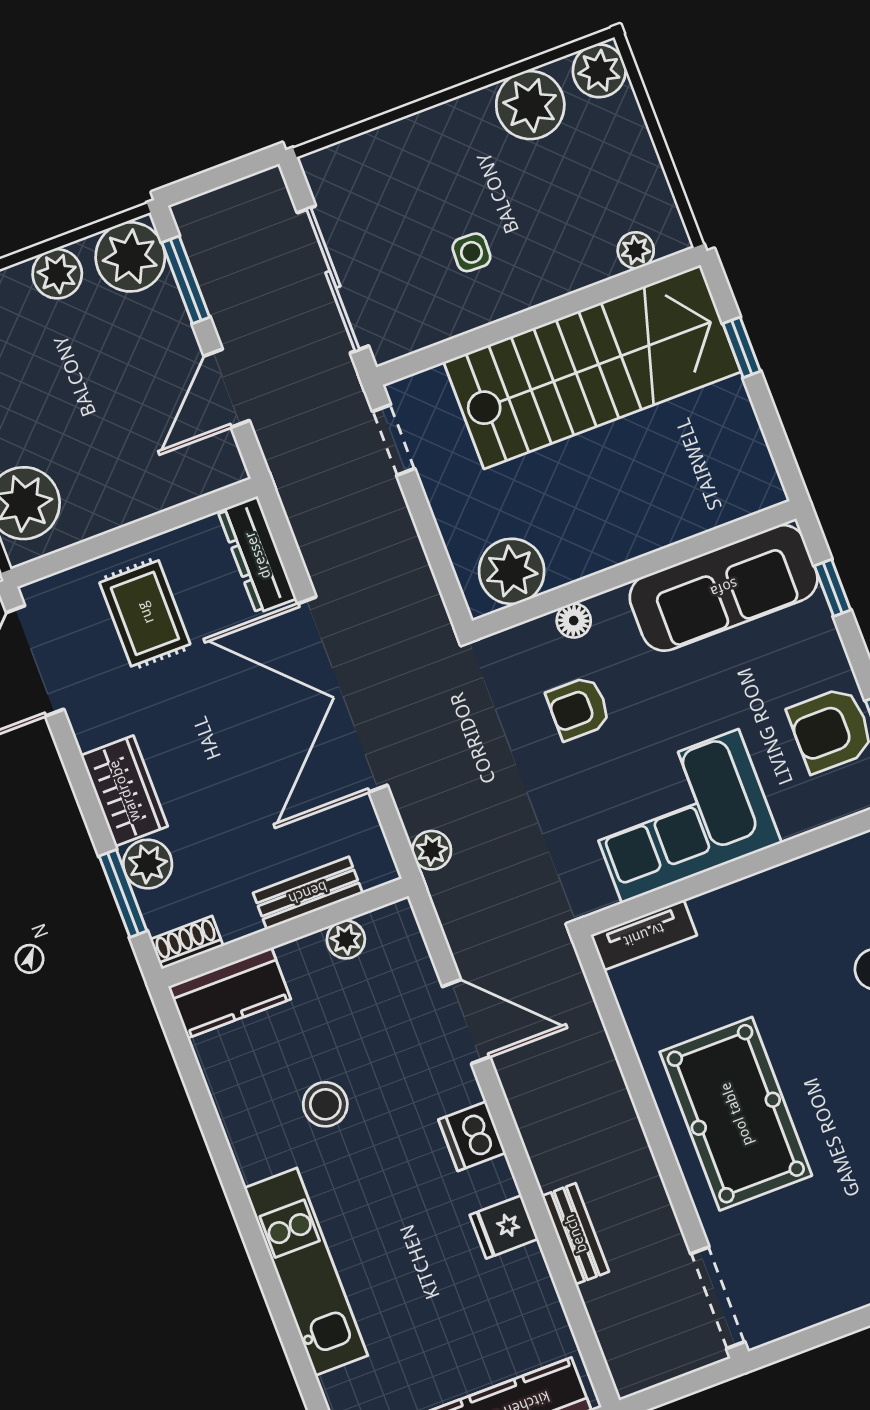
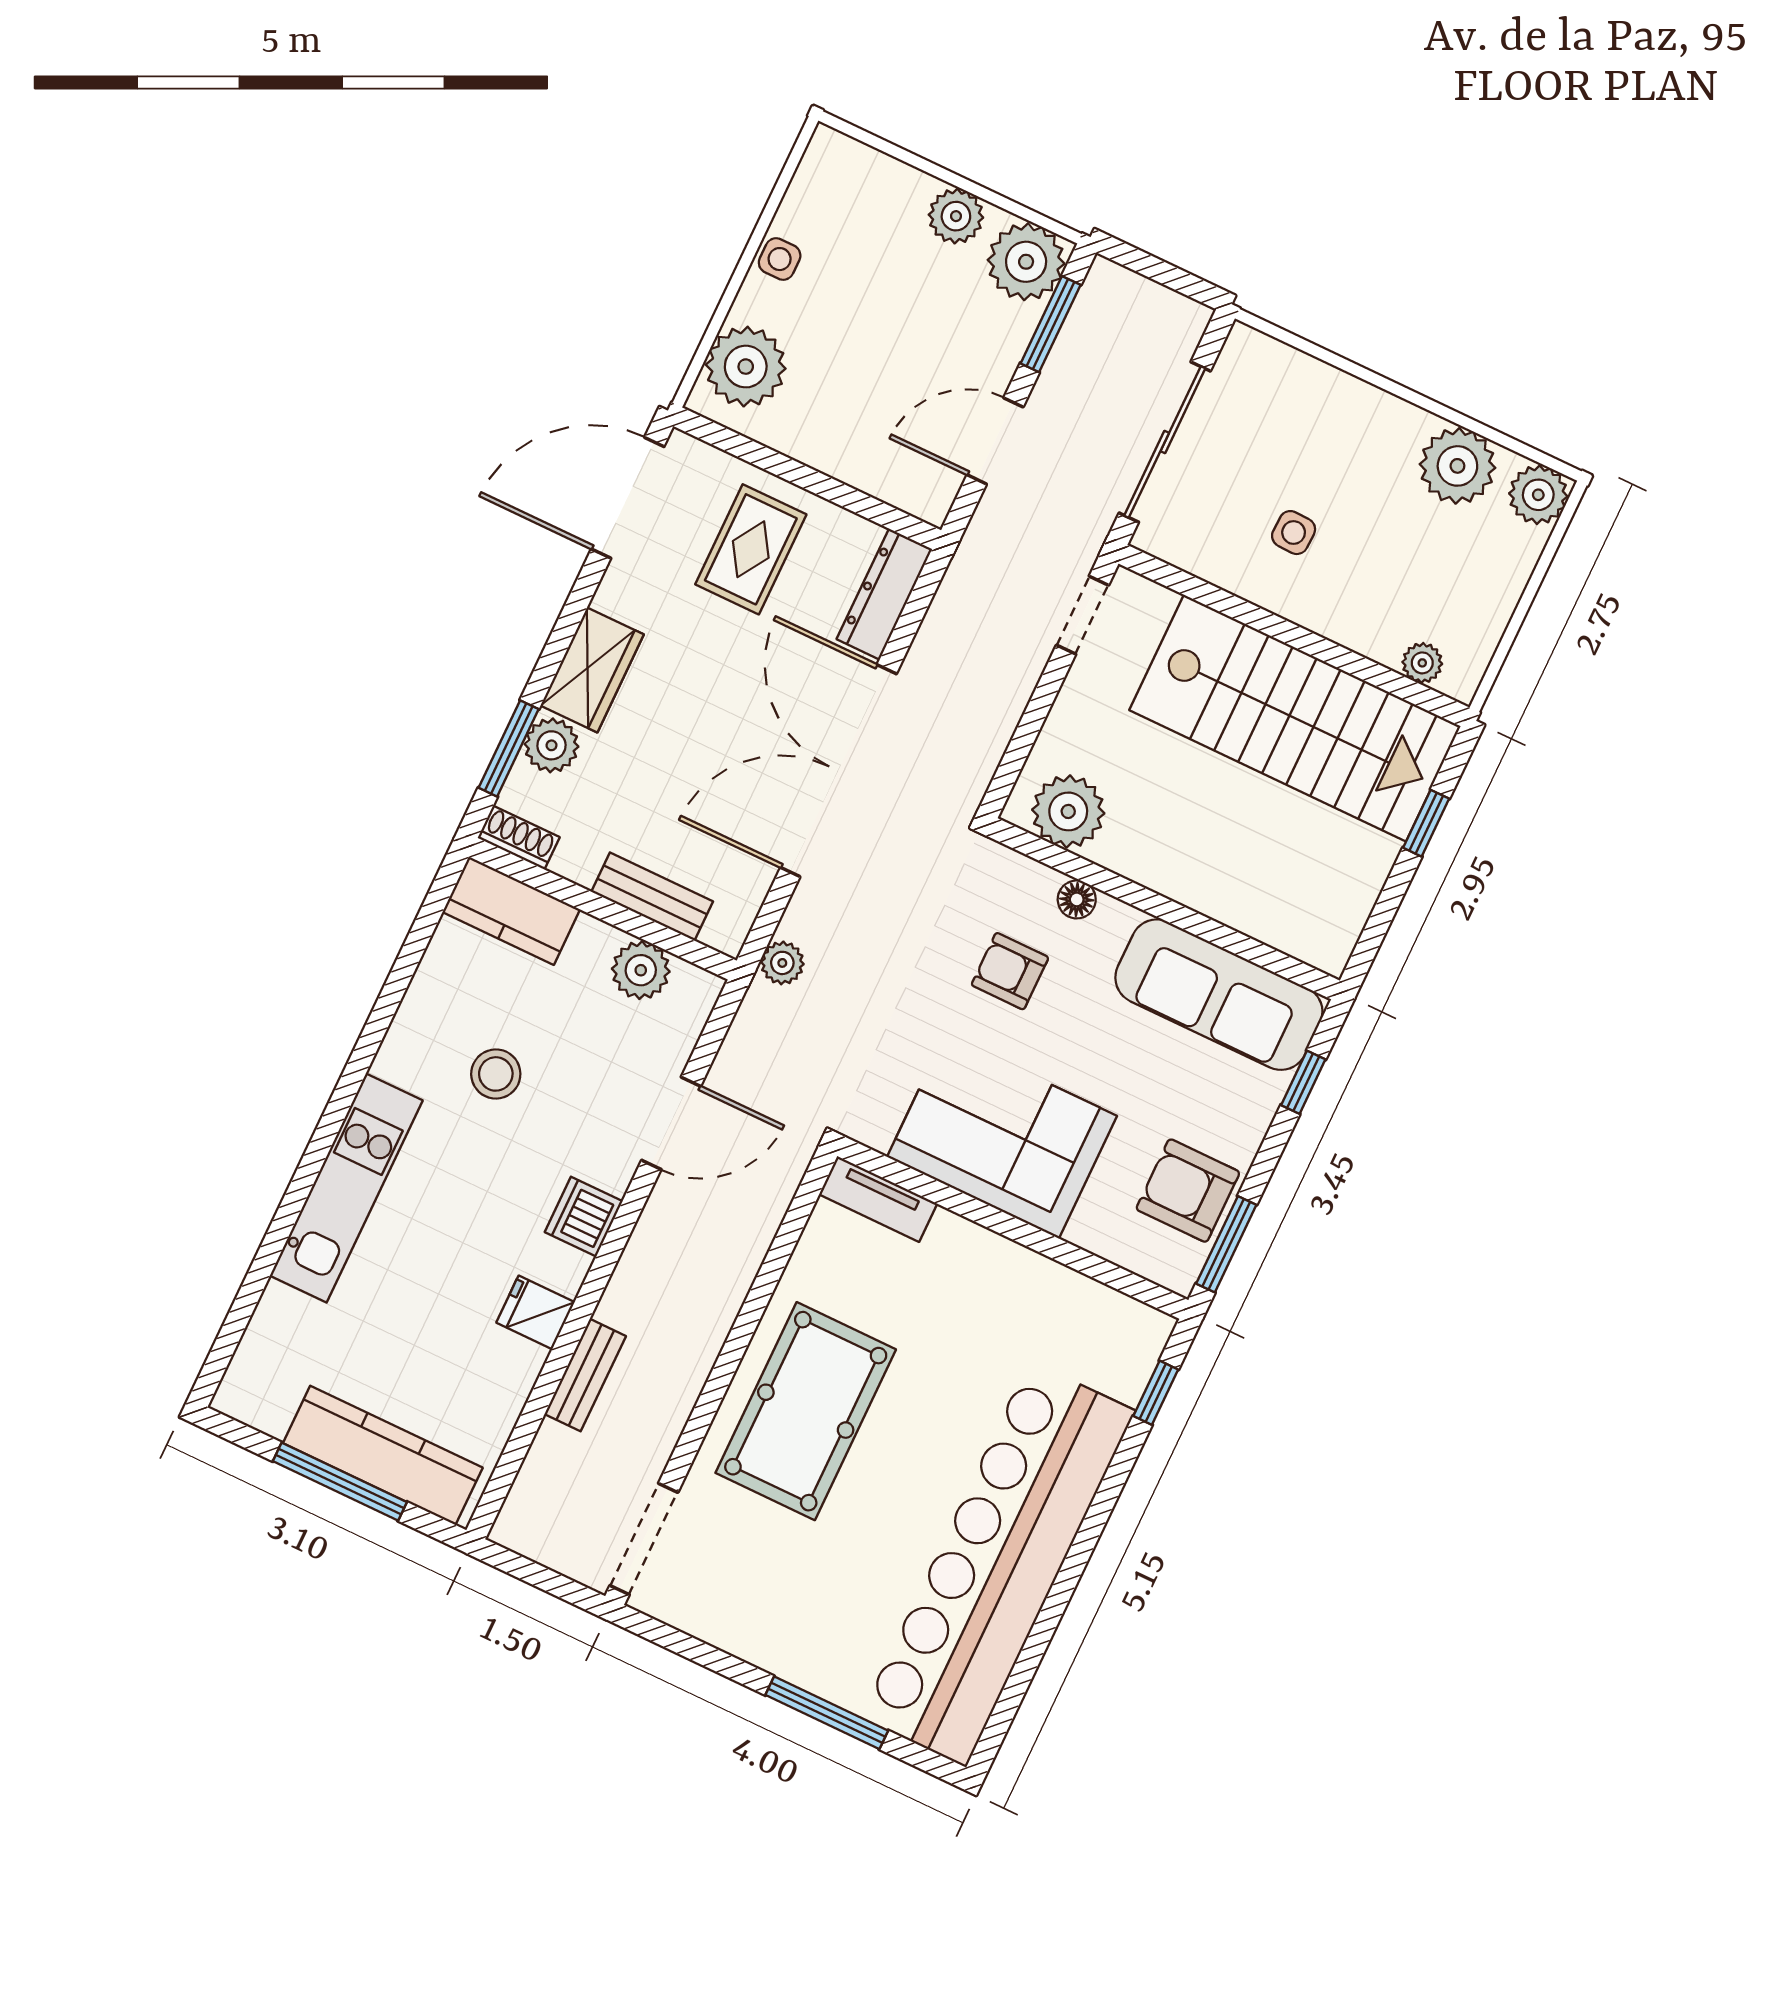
plant: (346, 940) -> (641, 970), width x1.38, depth x1.38
door: (466, 1022) -> (671, 1123), hinge flipped

